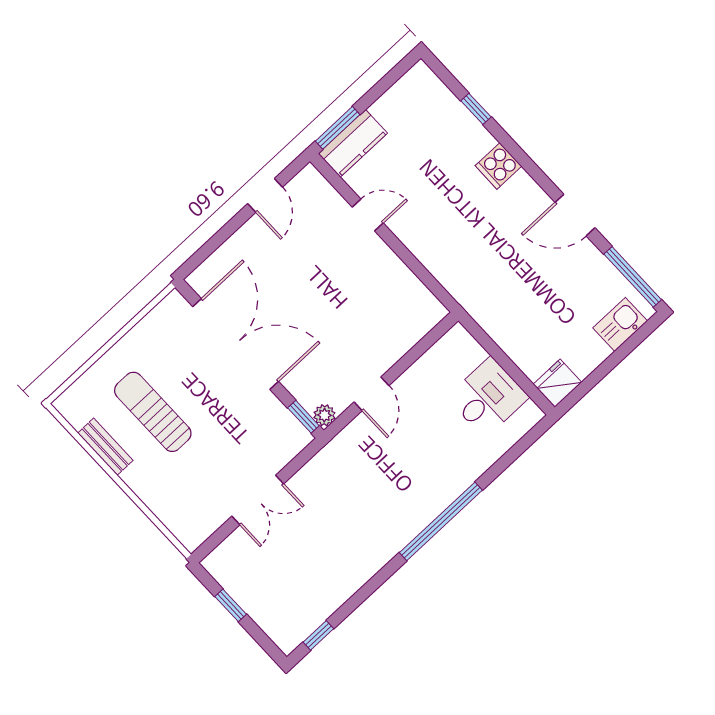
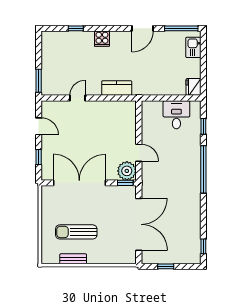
kitchen counter: (353, 143) -> (117, 88), moved, turned -90
window: (216, 241) -> (39, 157), added
plant: (324, 415) -> (127, 171), width x1.87, depth x1.87
window: (509, 457) -> (203, 126), added
double door: (258, 500) -> (139, 224), width x1.87

